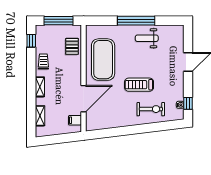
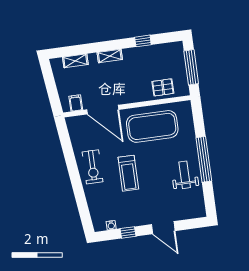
window: (31, 41) -> (143, 41), moved
trolley: (43, 62) -> (140, 56), removed
treadmill: (139, 85) -> (128, 173), turned 180
window: (188, 103) -> (128, 232), moved
exercise bike: (151, 109) -> (93, 167), moved

